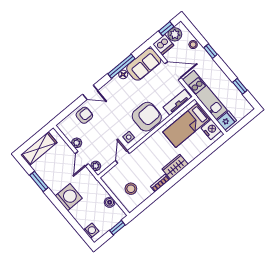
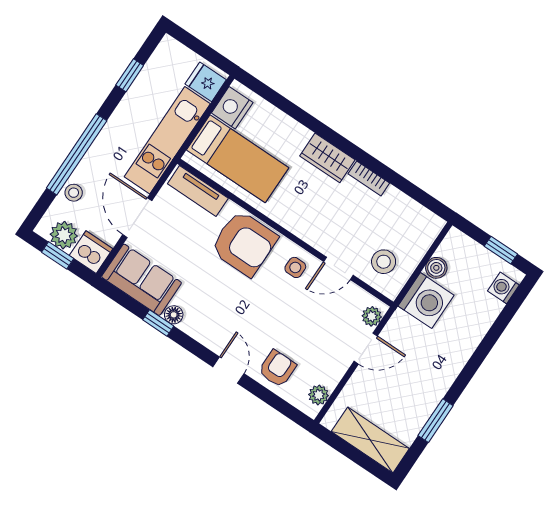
window: (210, 51) -> (77, 154), width x3.17
window: (121, 66) -> (158, 323), width x0.46
armchair: (84, 115) -> (277, 368), turned 90
armchair: (147, 117) -> (244, 243), turned 180
plant: (77, 143) -> (319, 395), moved
stool: (131, 189) -> (384, 262), moved
washing machine: (69, 197) -> (426, 301), moved, turned 180
window: (117, 228) -> (501, 250), moved

